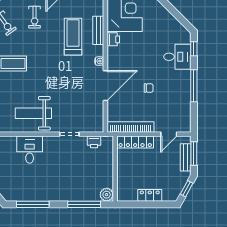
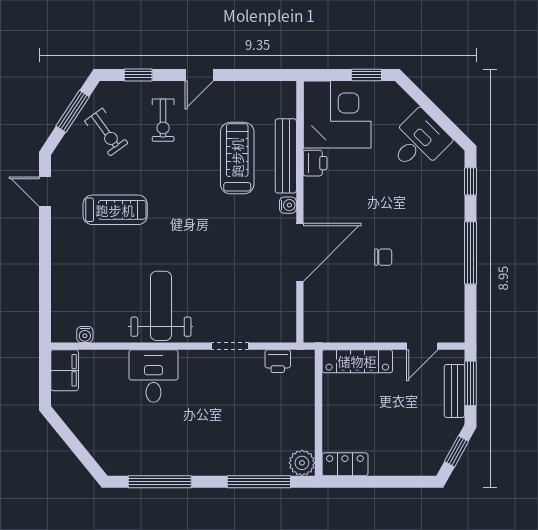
bench: (98, 30) -> (286, 156), width x1.36
desk: (177, 57) -> (418, 141), moved, turned -45
weight bench: (33, 113) -> (161, 306), turned 90
bookcase: (131, 127) -> (348, 332), removed
locker: (150, 195) -> (345, 464), moved

